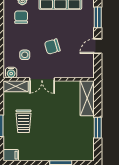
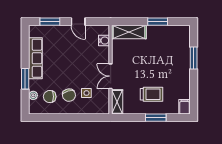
chair: (52, 47) -> (69, 95), moved
water cooler: (11, 73) -> (104, 41), moved
double door: (42, 79) -> (111, 76), swing flipped

